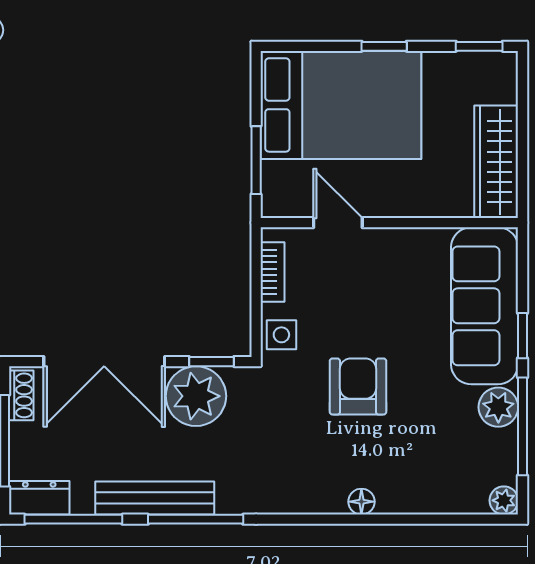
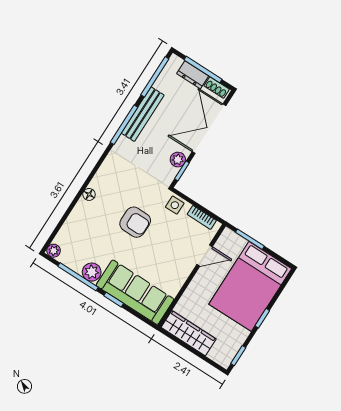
plant: (196, 396) -> (178, 160), width x0.53, depth x0.53
dresser: (39, 498) -> (193, 75), moved, turned 90

